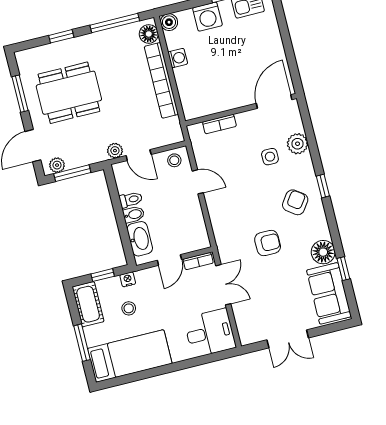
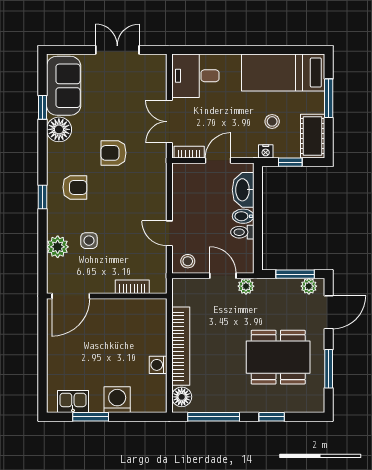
boiler: (169, 22) -> (158, 404), removed
armchair: (295, 202) -> (75, 187), turned -126

